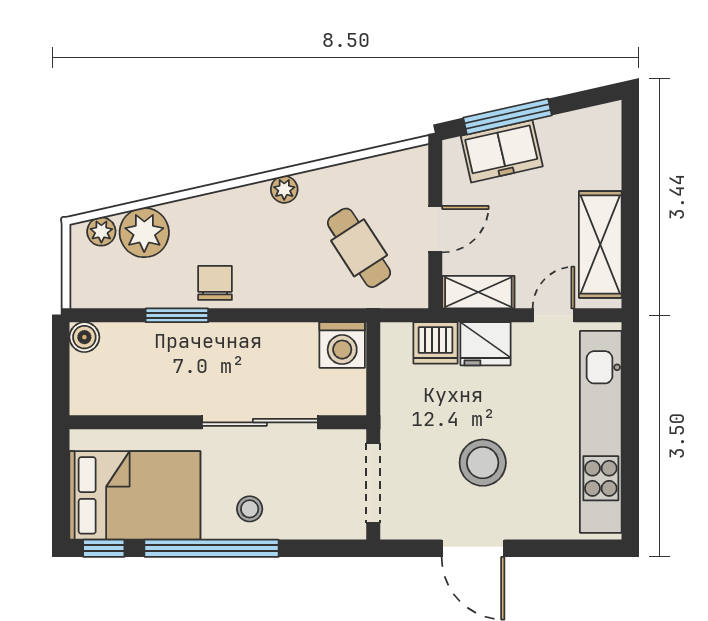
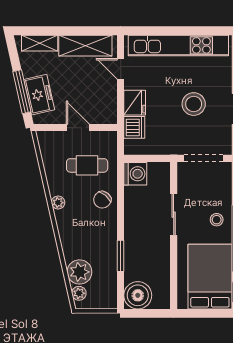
cafe table: (359, 248) -> (87, 165), turned 33
chair: (215, 283) -> (102, 200), moved, turned -49
shelving: (478, 292) -> (40, 43), moved, turned 90
boiler: (84, 337) -> (138, 295), width x1.86, depth x1.86
sliding door: (260, 422) -> (174, 215), width x0.73

